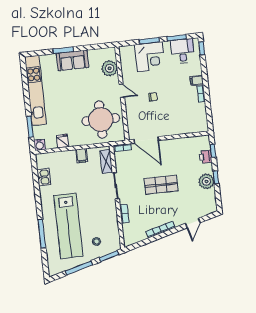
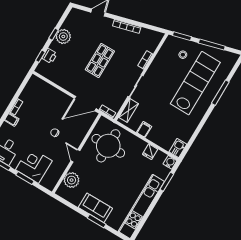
door: (146, 140) -> (85, 104), swing flipped
kitchen sink: (44, 177) -> (178, 148), moved
shop shelf: (161, 185) -> (100, 60), turned 90

